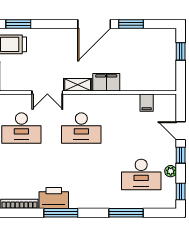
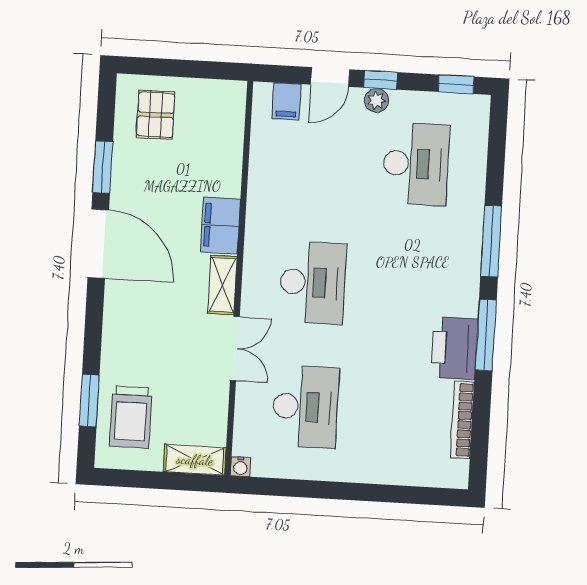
pallet: (158, 48) -> (156, 115), added
window: (181, 51) -> (165, 67), removed
filing cabinet: (147, 103) -> (286, 101), moved, turned 90
plant: (171, 171) -> (376, 100), moved
window: (126, 213) -> (491, 241), moved

